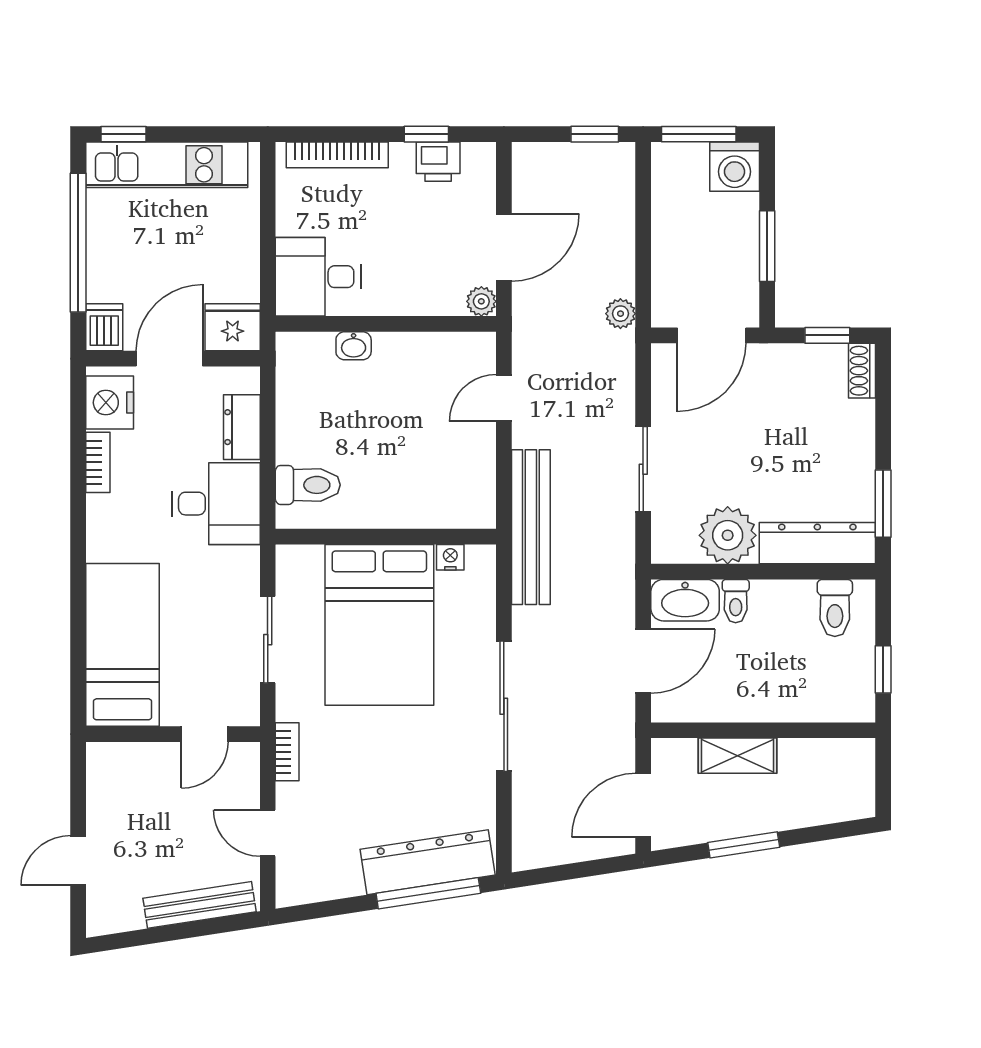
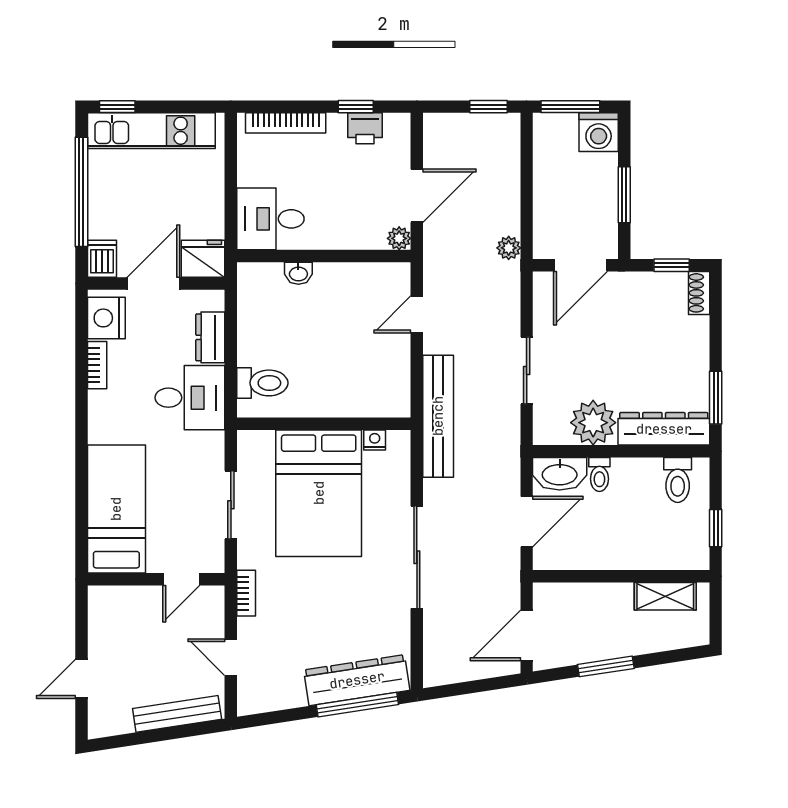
shelving: (737, 756) -> (665, 596), moved

